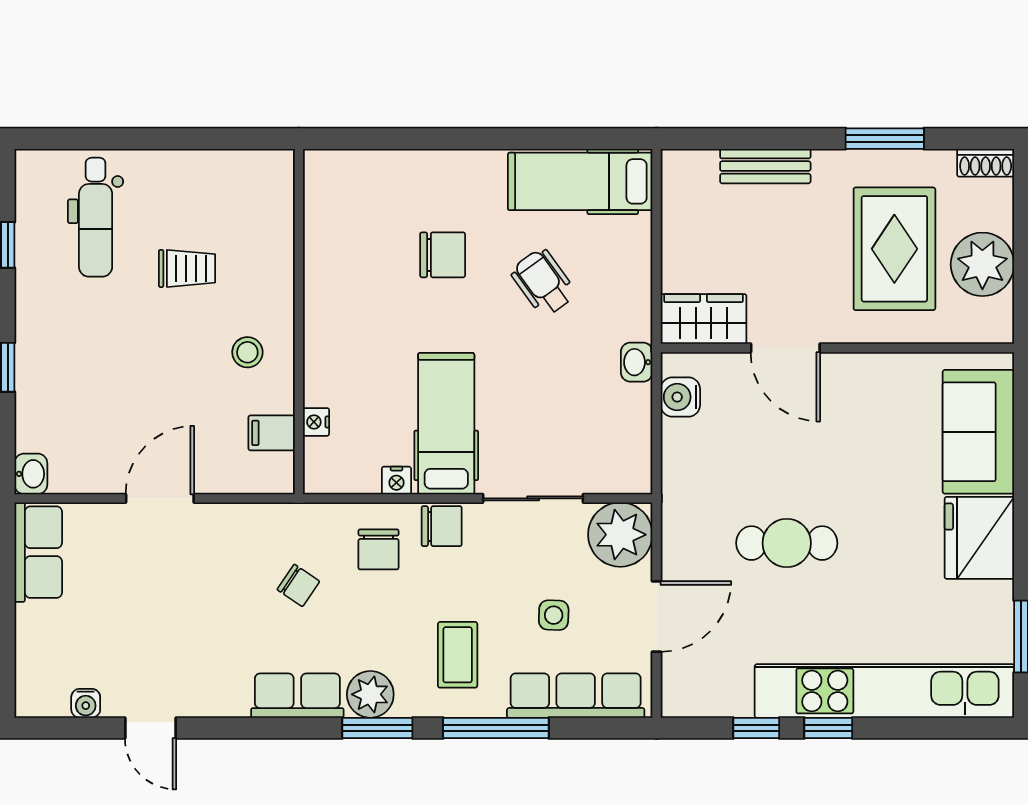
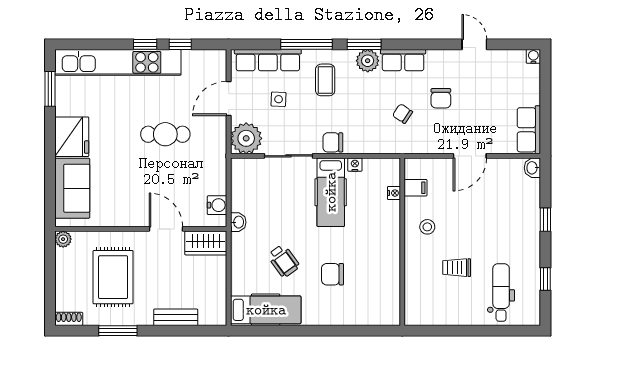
plant: (982, 264) -> (63, 239), moved, width x0.53, depth x0.53
chair: (379, 549) -> (441, 98), moved, turned 180
water cooler: (86, 703) -> (533, 56), moved

